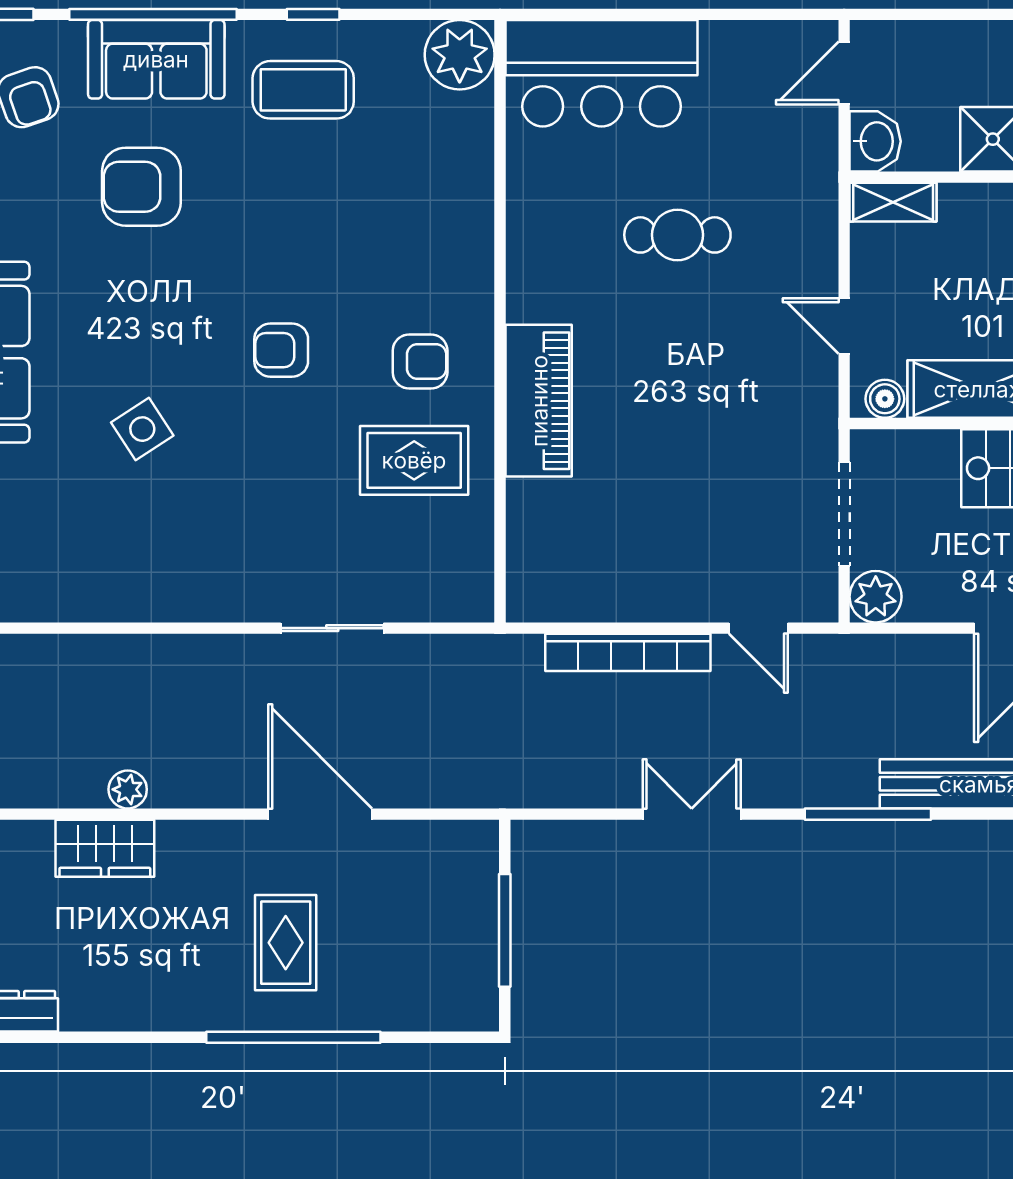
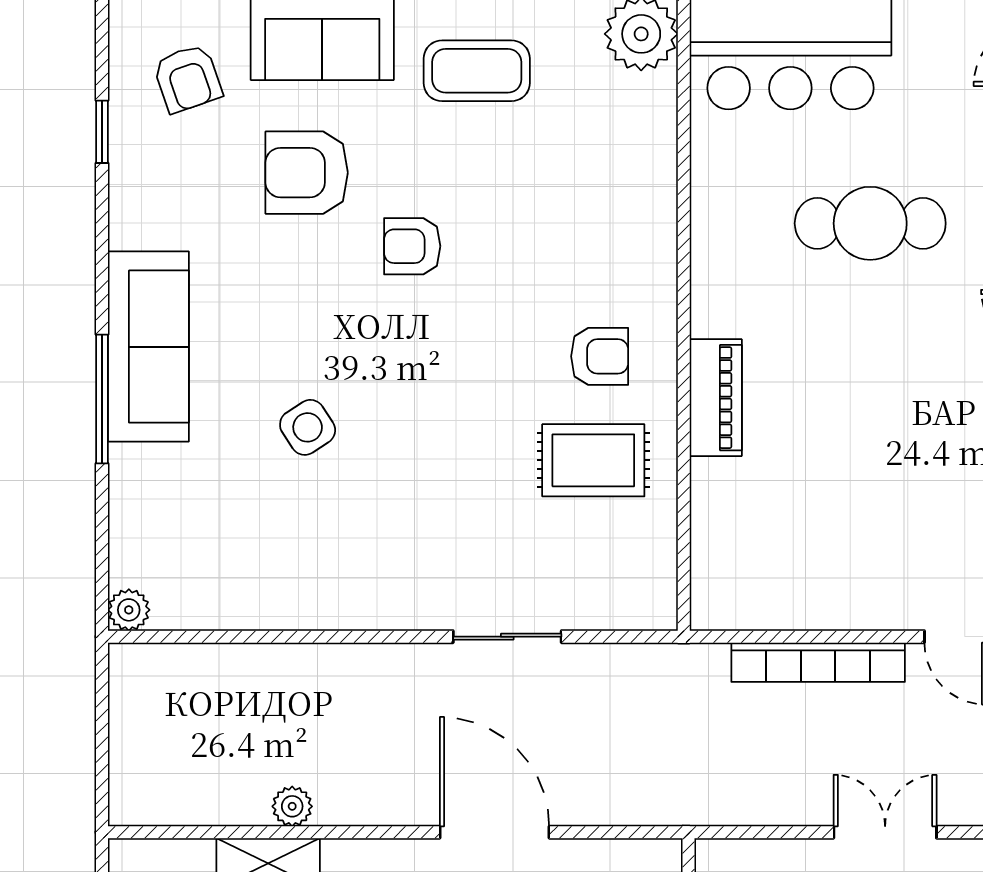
cafe table: (677, 235) -> (870, 223), width x1.37, depth x1.35
armchair: (281, 350) -> (412, 246), moved
piano: (539, 401) -> (716, 398), width x0.73, depth x0.75

